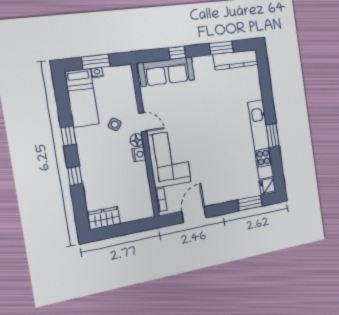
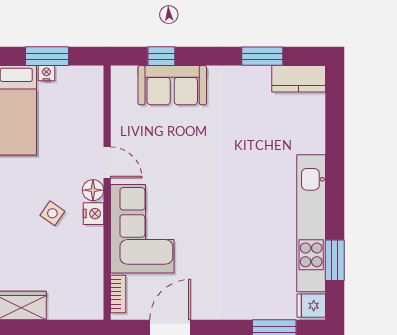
window: (177, 53) -> (161, 56), moved
kitchen counter: (236, 60) -> (299, 79), width x0.67
sofa: (167, 72) -> (172, 85), width x0.73
side table: (115, 124) -> (52, 213), moved
window: (273, 136) -> (335, 260), moved

